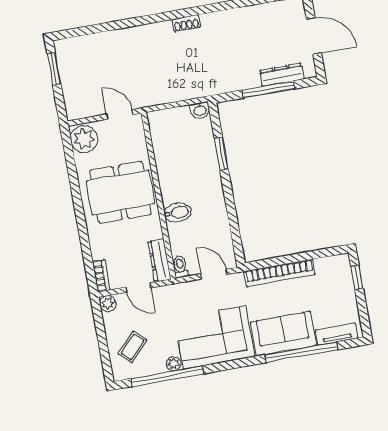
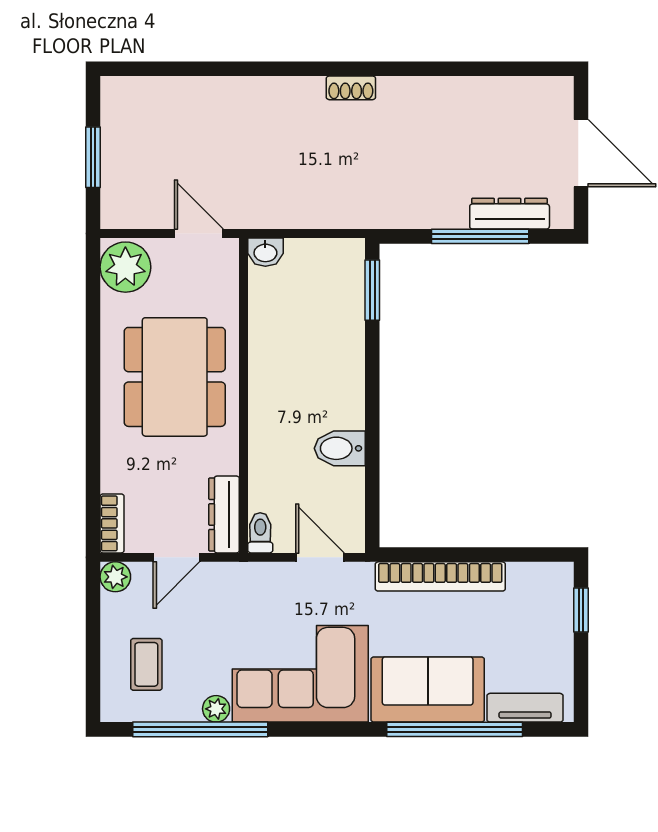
window: (54, 69) -> (93, 157), moved
washbasin: (200, 110) -> (265, 252), moved
window: (221, 154) -> (372, 290), moved
dining table: (120, 192) -> (175, 377), turned 90
bidet: (178, 212) -> (340, 448), moved, turned 180
door: (138, 288) -> (176, 557), hinge flipped
coffee table: (132, 347) -> (146, 664), turned -43

